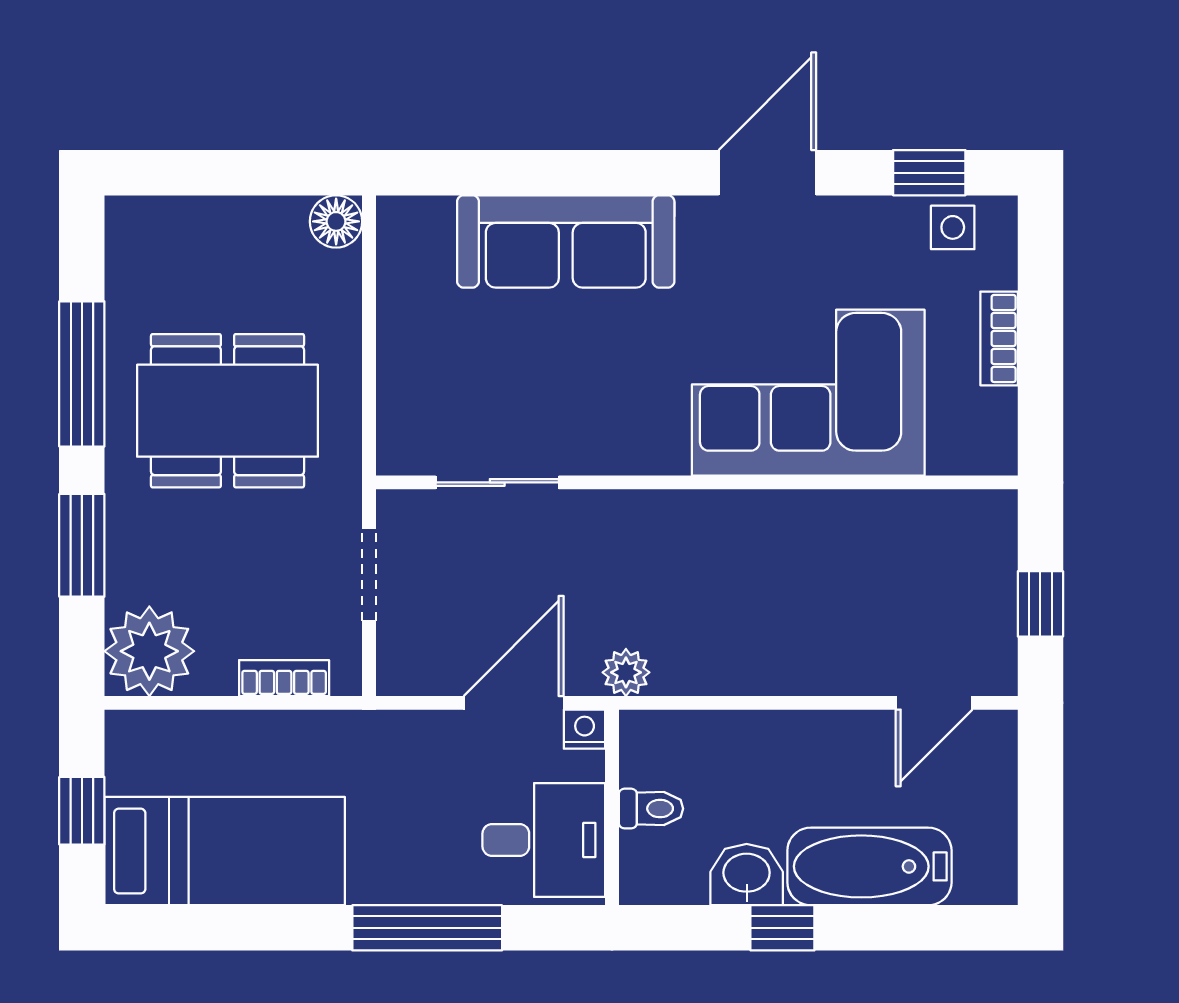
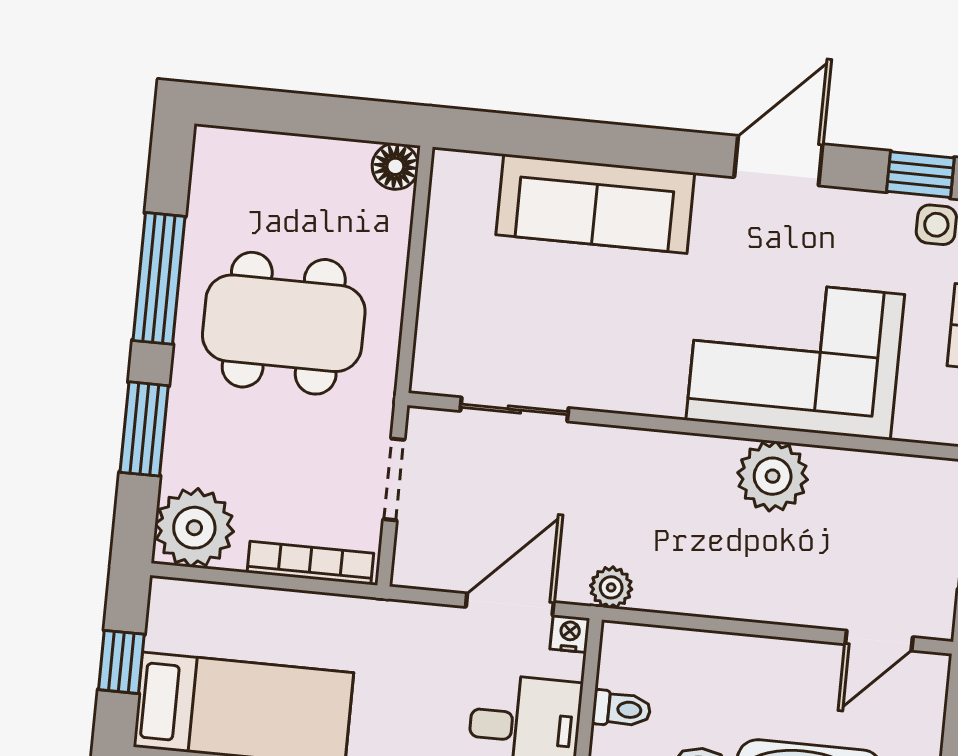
plant: (796, 529) -> (773, 476), added
bookcase: (284, 678) -> (310, 563), width x1.56

